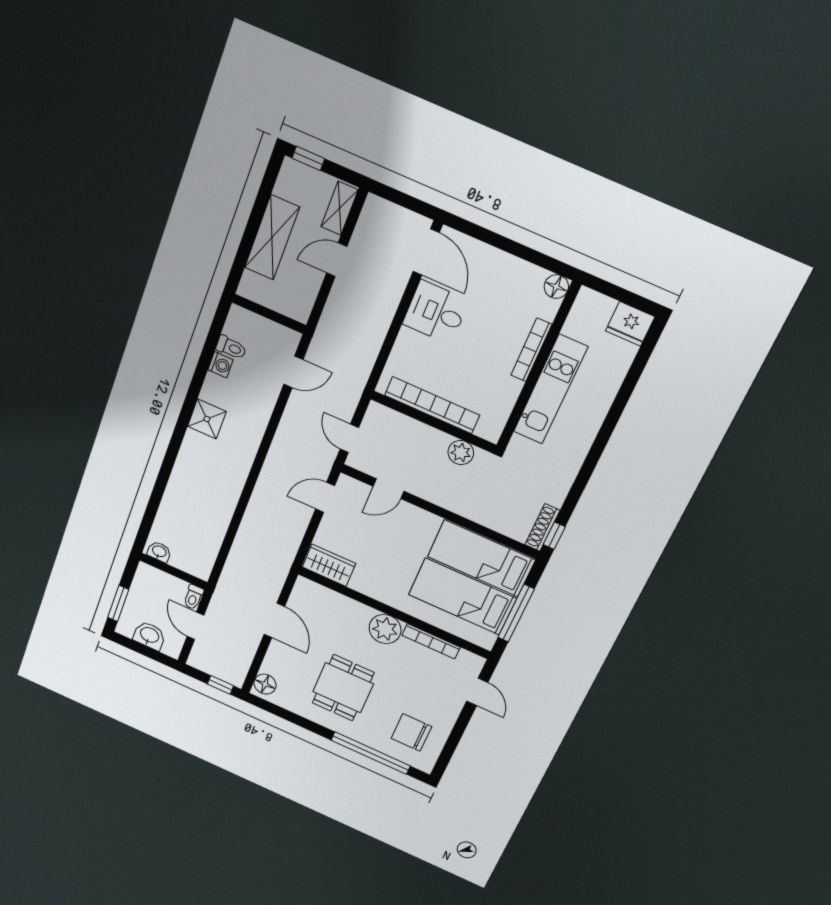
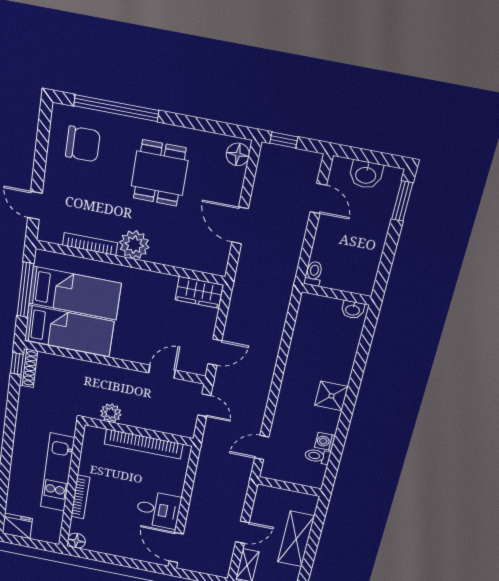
washbasin: (159, 552) -> (353, 310), moved
wall: (173, 571) -> (336, 294), moved
toilet: (193, 597) -> (314, 273), moved

